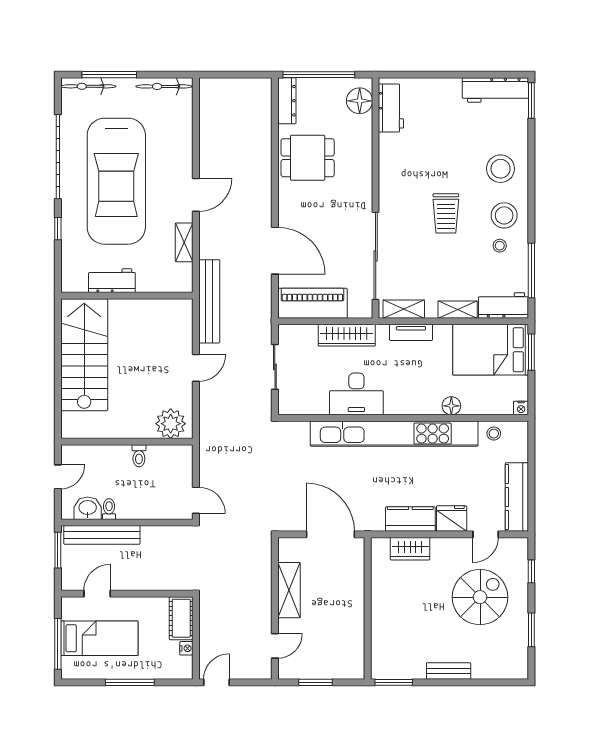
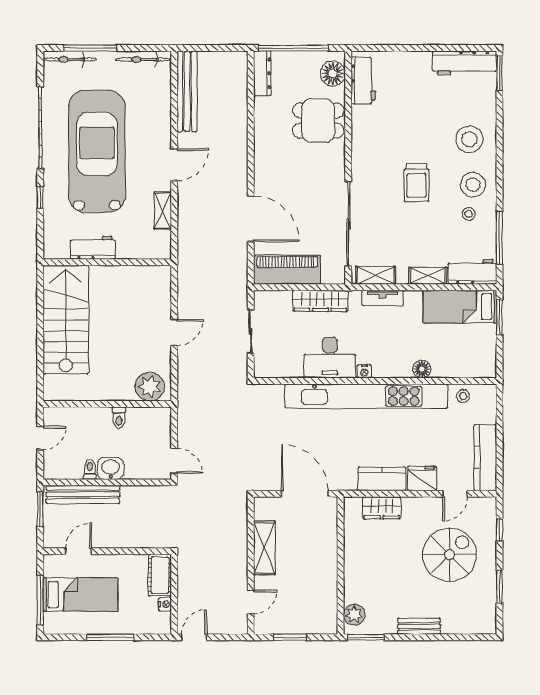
dining table: (308, 158) -> (318, 121), moved
car: (116, 181) -> (97, 151), turned 180
bench: (209, 301) -> (187, 91), moved
bed: (491, 350) -> (460, 307), width x0.67
nightstand: (521, 408) -> (364, 371), moved
washbasin: (88, 508) -> (111, 468), moved
plant: (382, 659) -> (354, 615), added

